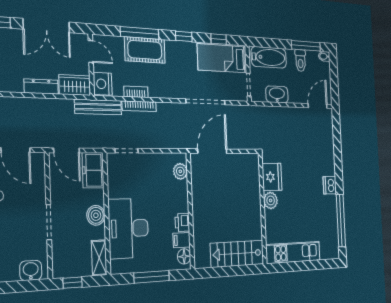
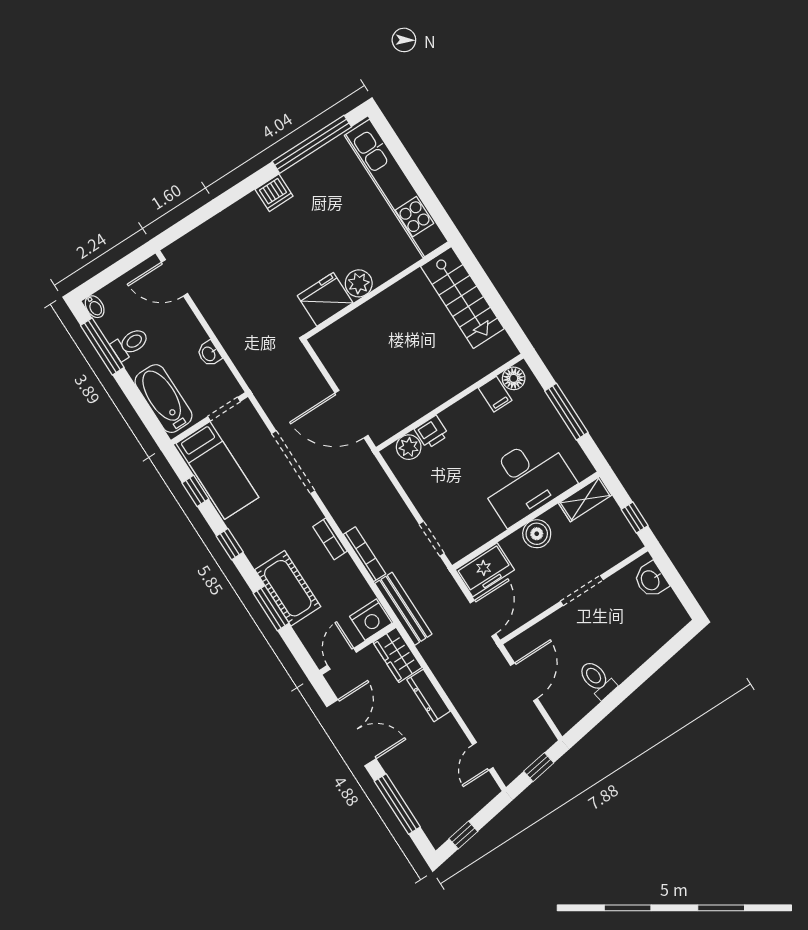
window: (140, 33) -> (271, 608), width x0.69
bookcase: (136, 92) -> (330, 539), moved
washbasin: (277, 94) -> (209, 354), width x0.52, depth x0.69
printer: (182, 222) -> (432, 432), moved
kitchen unit: (293, 252) -> (396, 188), width x1.36

